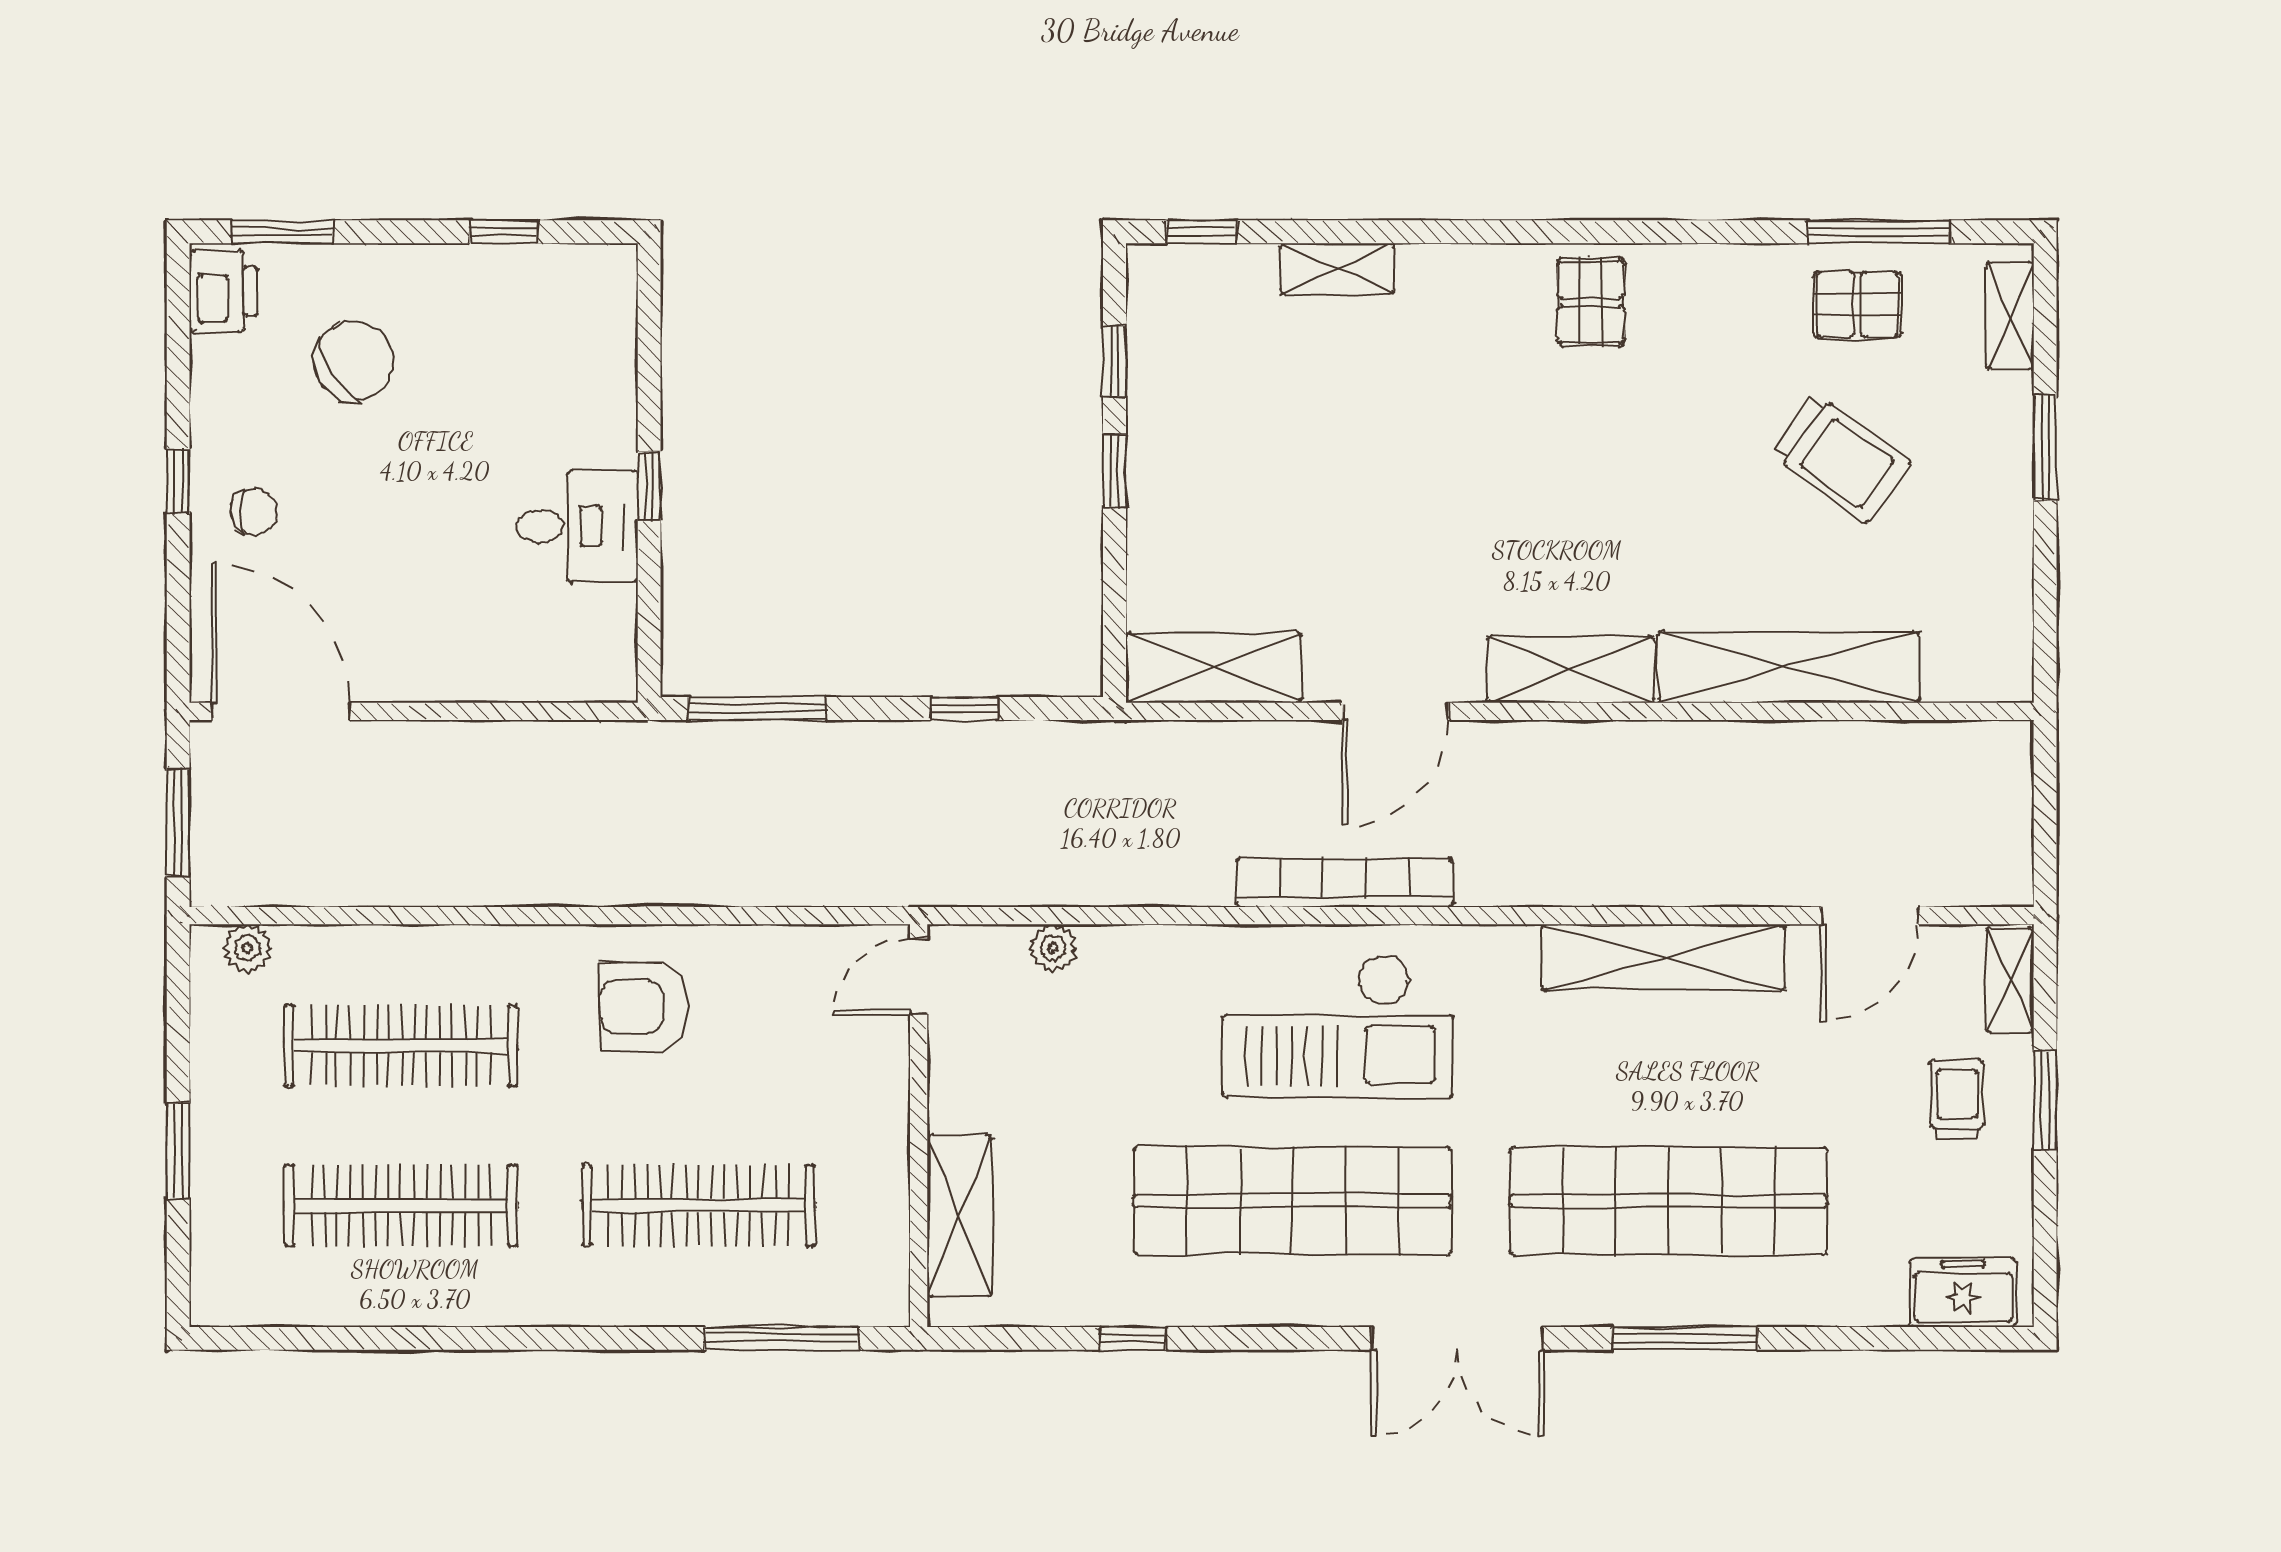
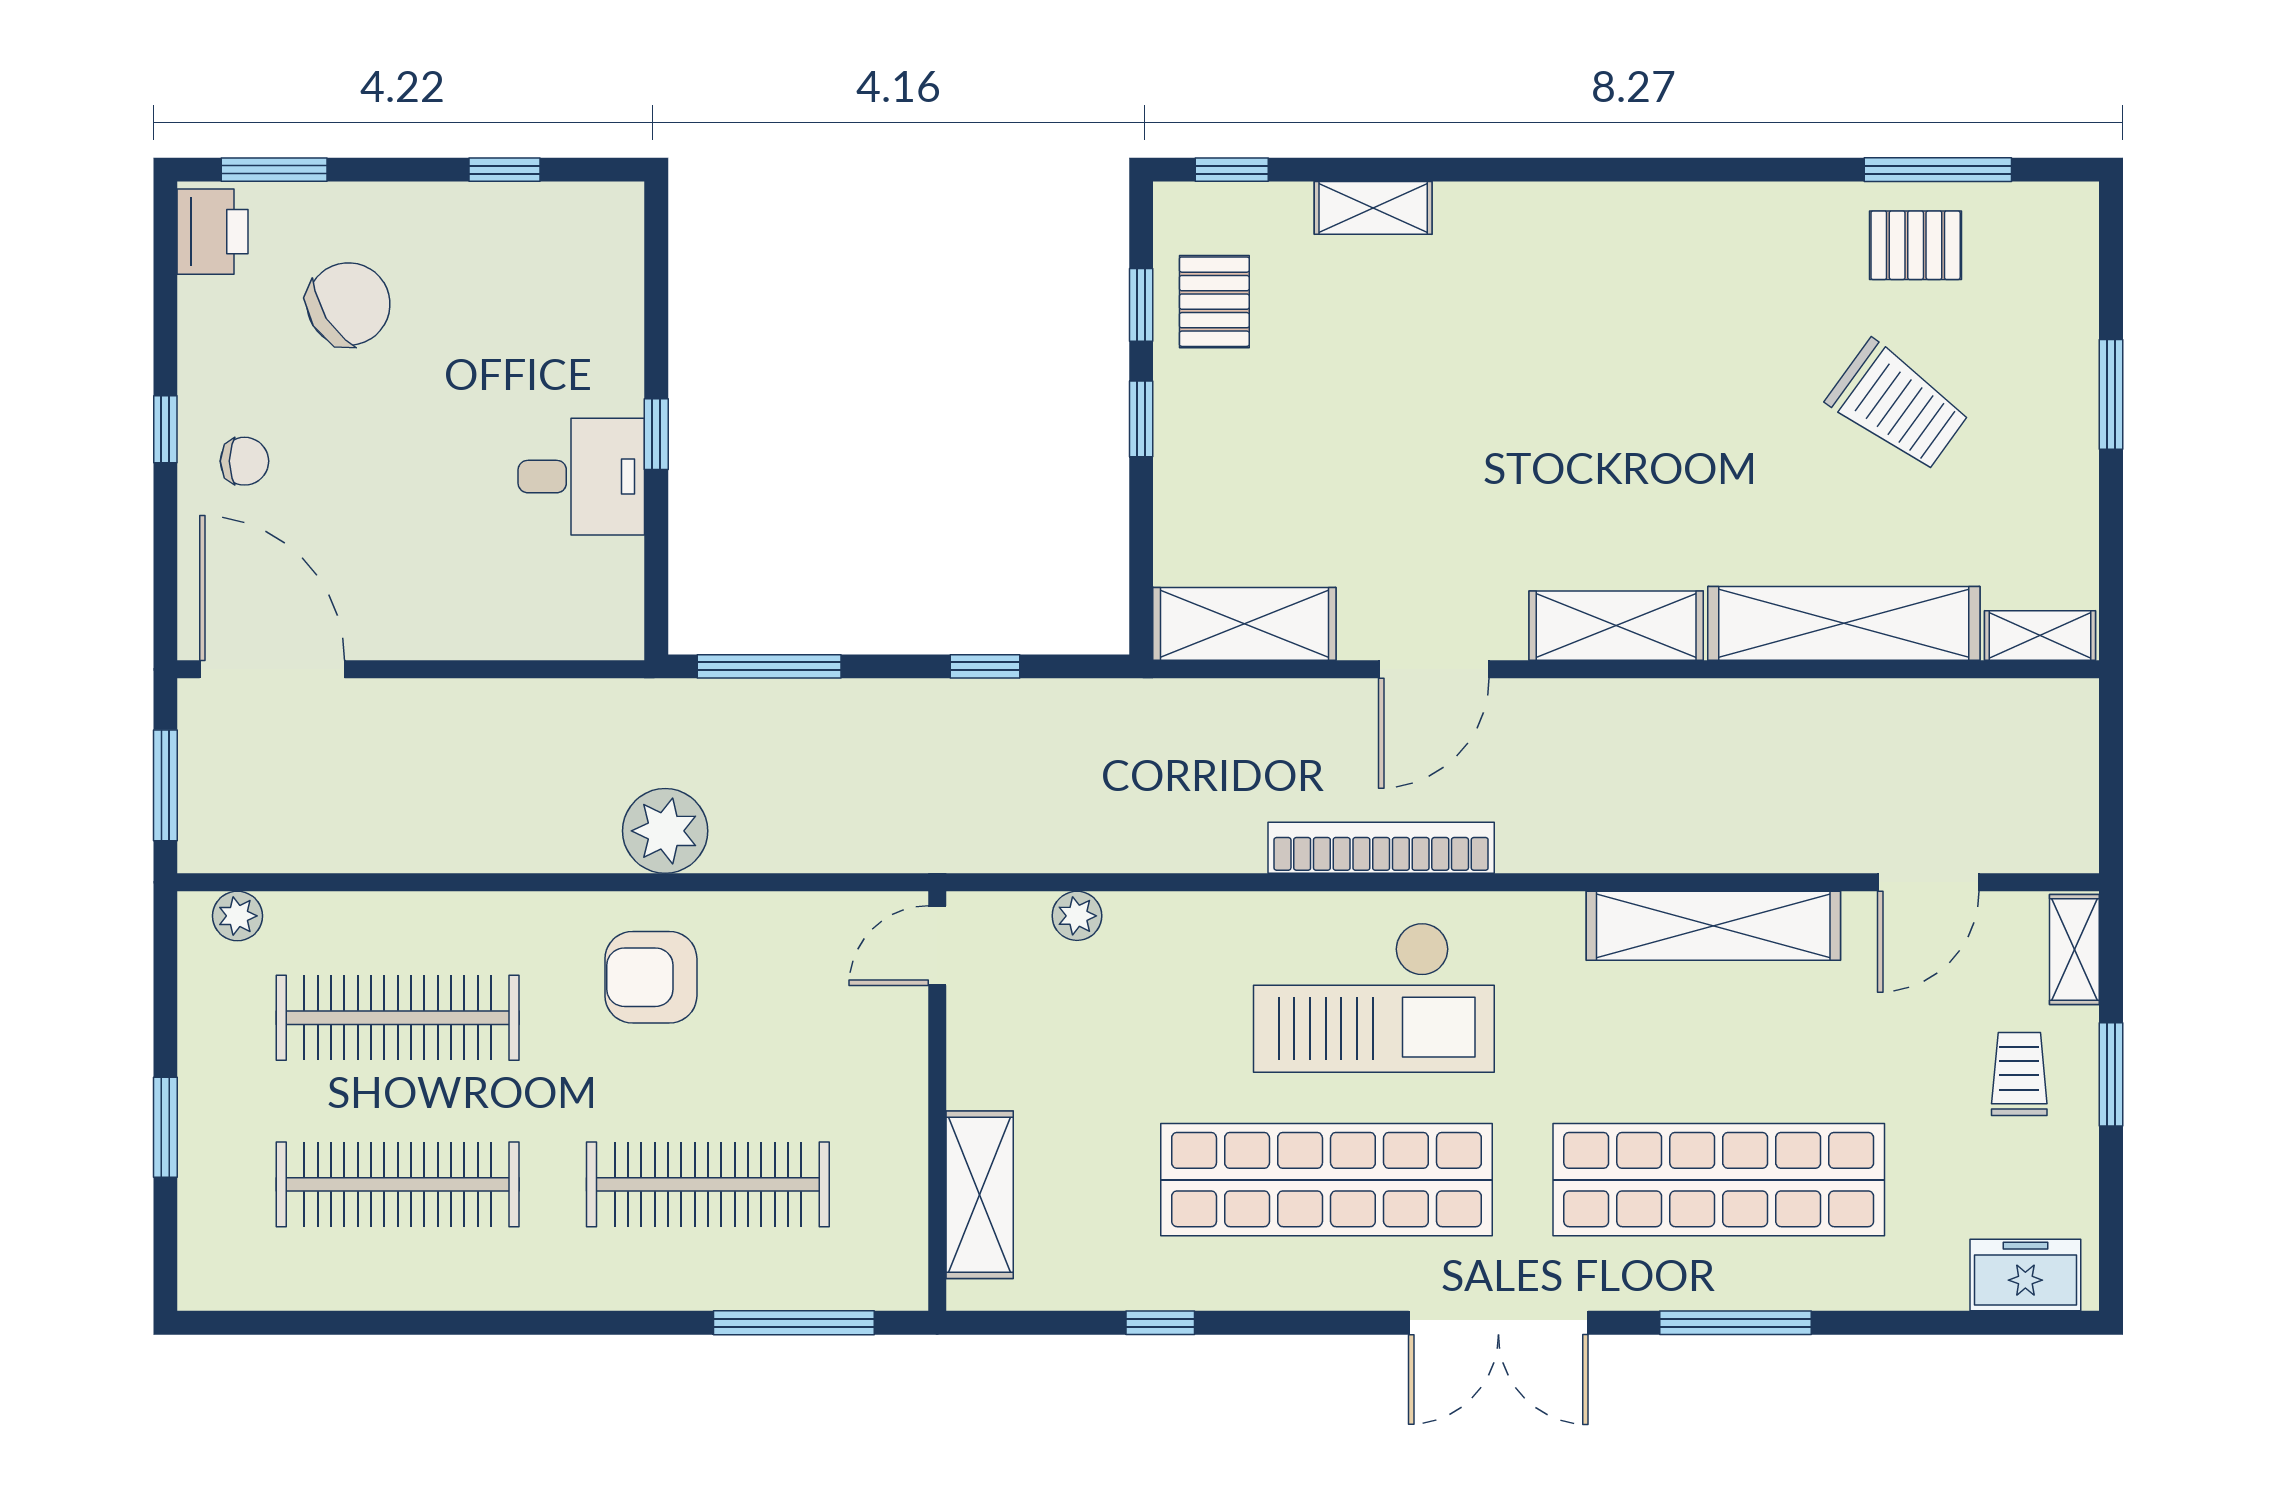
pallet: (1591, 302) -> (1214, 302), moved
shelving: (2010, 316) -> (2040, 636), moved, turned 90
plant: (658, 866) -> (665, 831), added

